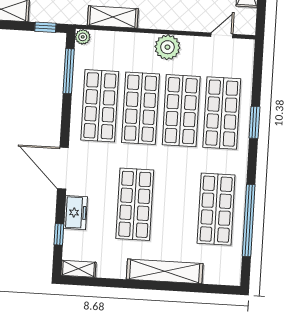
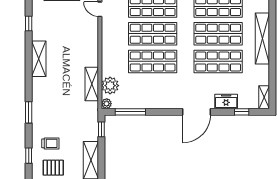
plant: (167, 47) -> (110, 86), moved
shop shelf: (100, 106) -> (218, 34), moved

